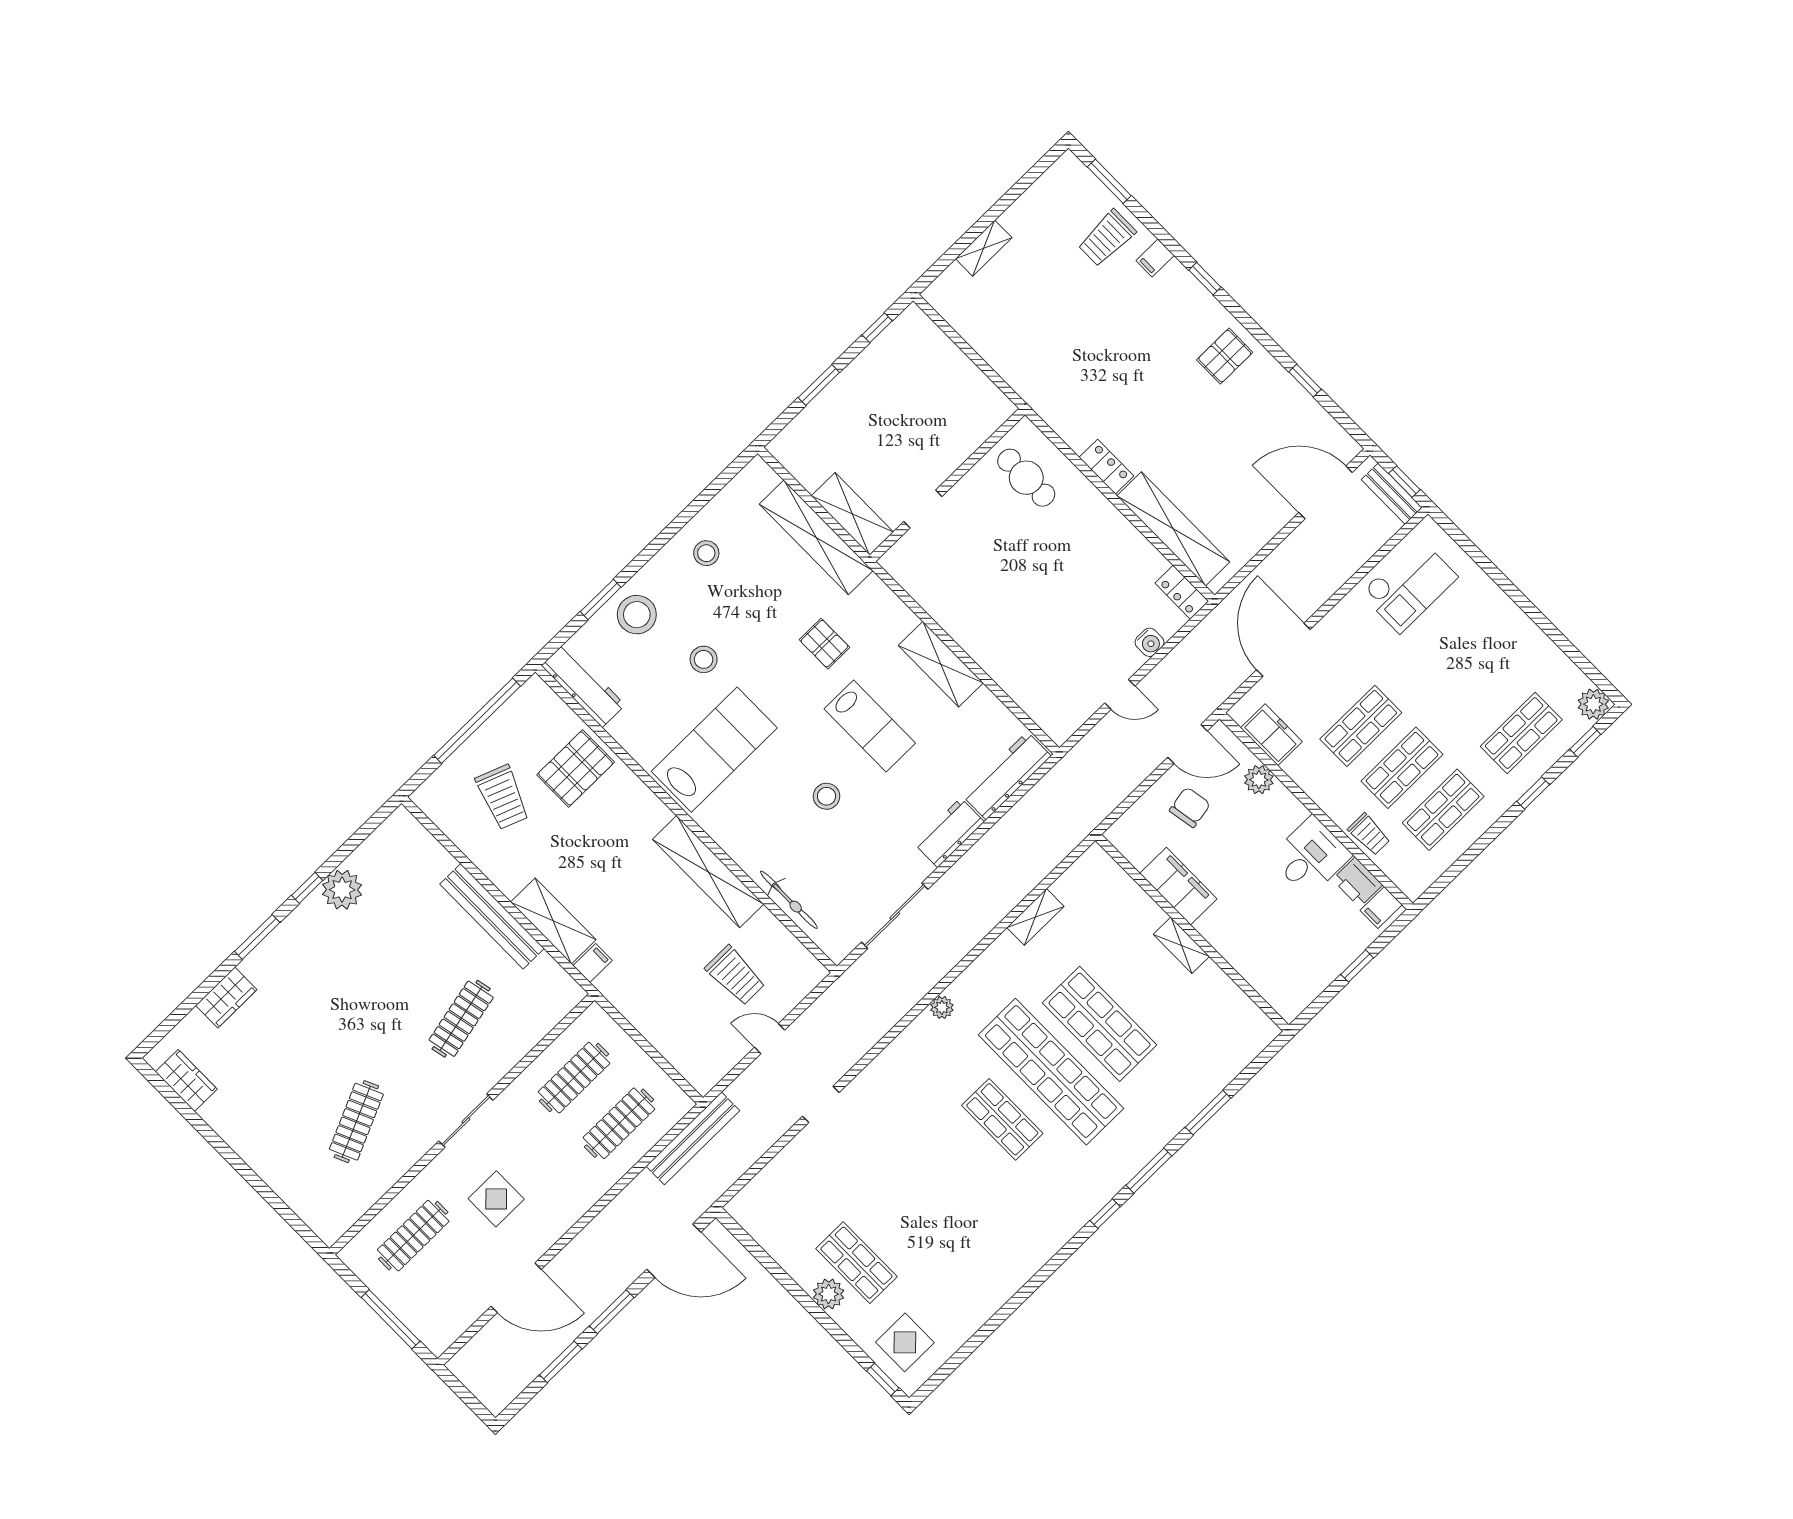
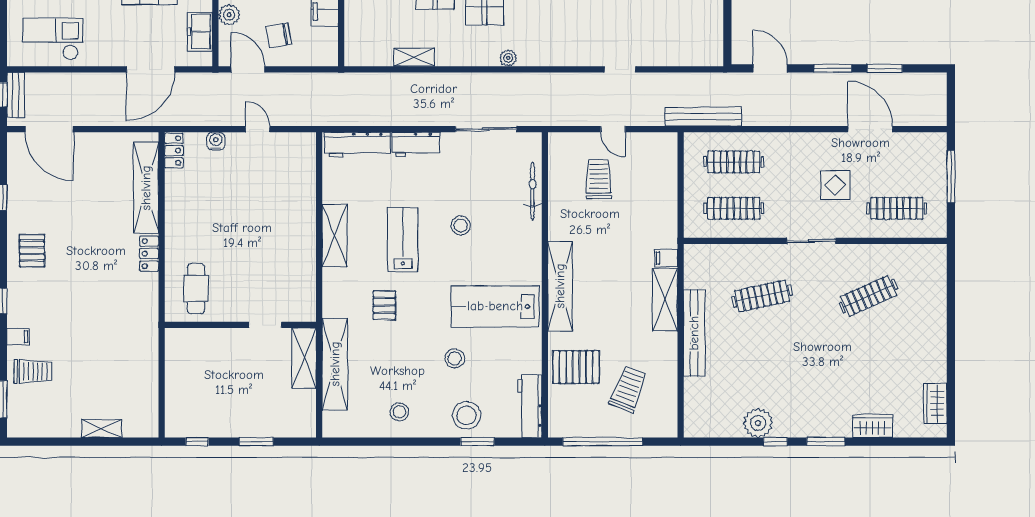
pallet: (1225, 356) -> (32, 251), turned 90
shelving: (708, 872) -> (560, 286), moved
door: (674, 1251) -> (770, 68), width x0.73

